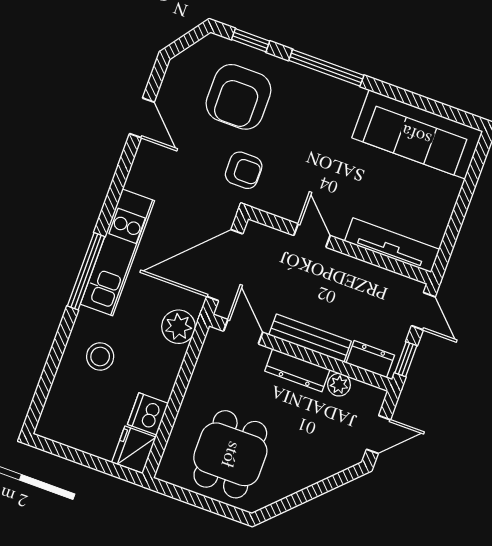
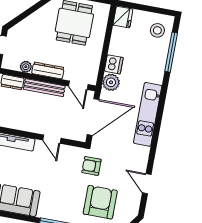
window: (86, 271) -> (171, 52), moved
stool: (100, 357) -> (157, 30), moved
dishwasher: (148, 414) -> (114, 64), moved

